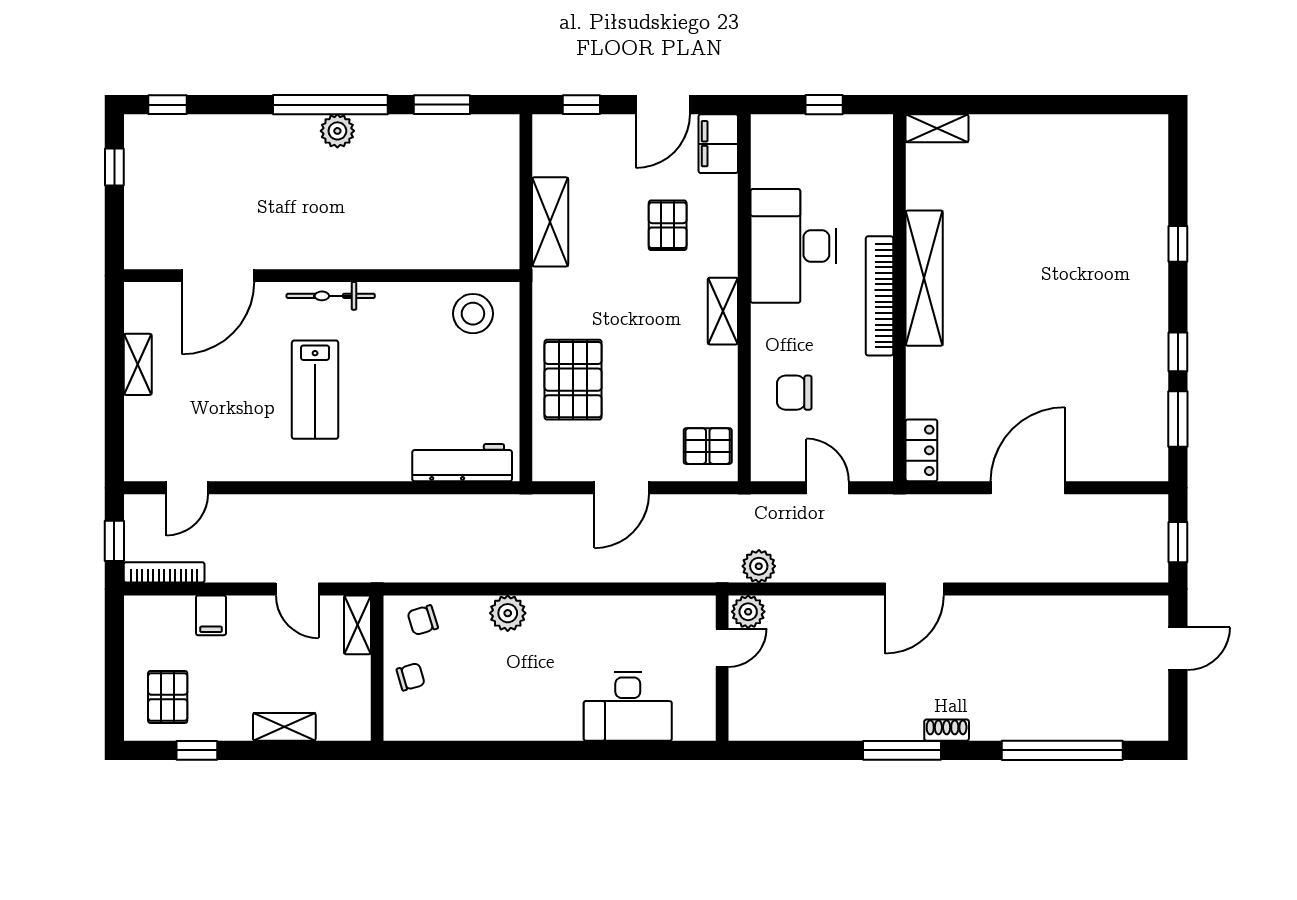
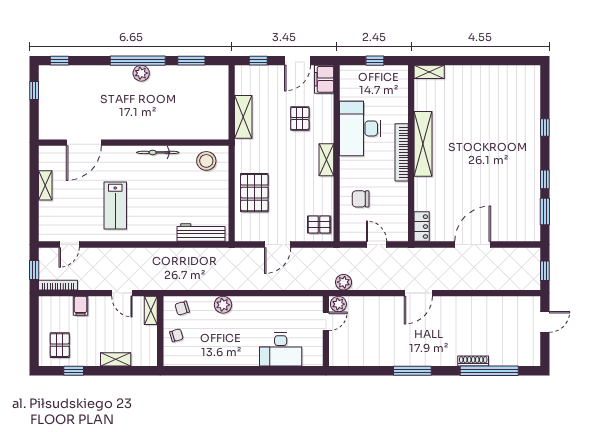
bicycle: (331, 296) -> (158, 152), moved
lab bench: (315, 390) -> (115, 206), moved
shoe rack: (947, 730) -> (473, 361), moved, width x1.43

